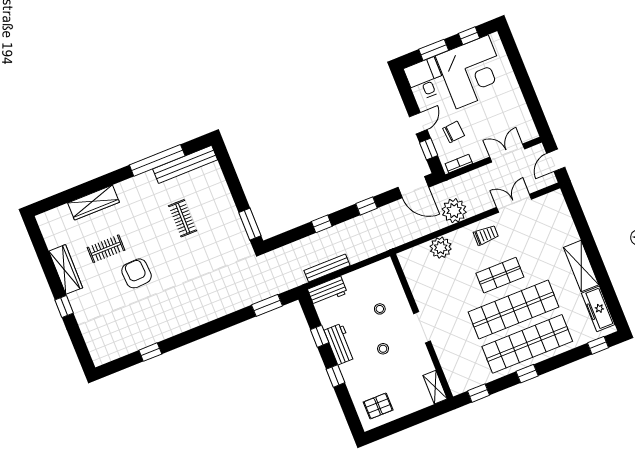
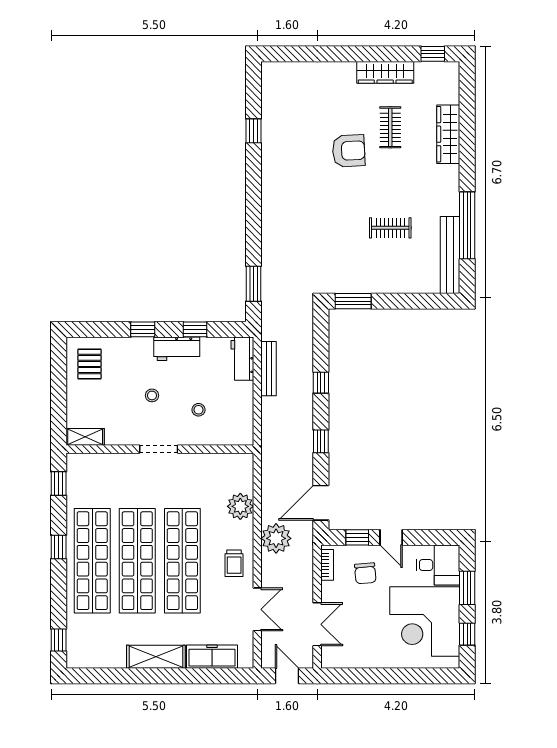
shop shelf: (500, 275) -> (182, 561), width x2.00, depth x1.36
window: (64, 306) -> (433, 54), moved
freezer: (598, 309) -> (212, 657), moved

